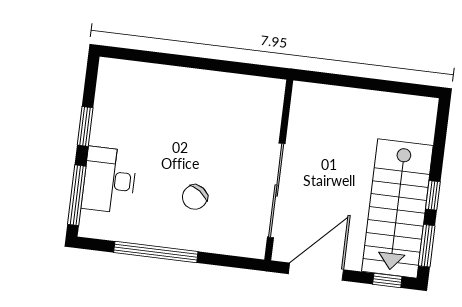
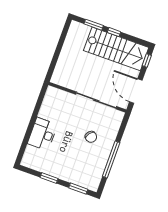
desk: (109, 180) -> (43, 134), moved, turned 90
window: (77, 195) -> (78, 189), width x0.69
window: (427, 246) -> (94, 25), moved

